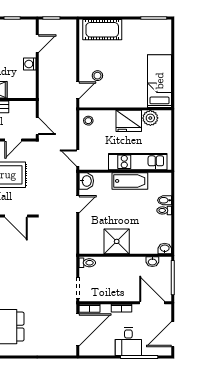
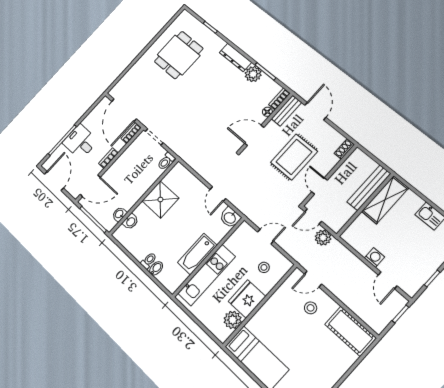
cot: (102, 30) -> (350, 331), moved, turned 90
door: (78, 90) -> (313, 279), hinge flipped
plant: (46, 108) -> (323, 238), added
stool: (88, 121) -> (264, 267), moved
door: (78, 158) -> (265, 237), moved
washbasin: (165, 249) -> (131, 222), moved

